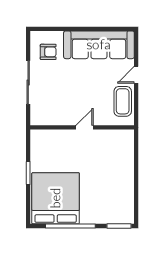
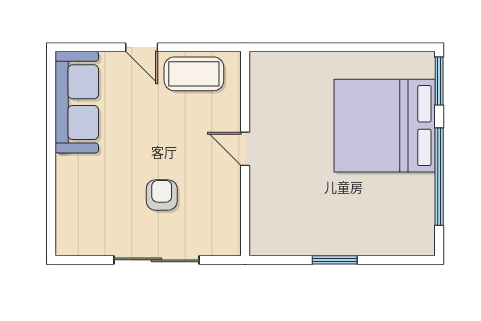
sofa: (99, 45) -> (77, 102), width x0.74, depth x0.79
armchair: (48, 52) -> (162, 195), moved
bed: (56, 198) -> (385, 126), moved

